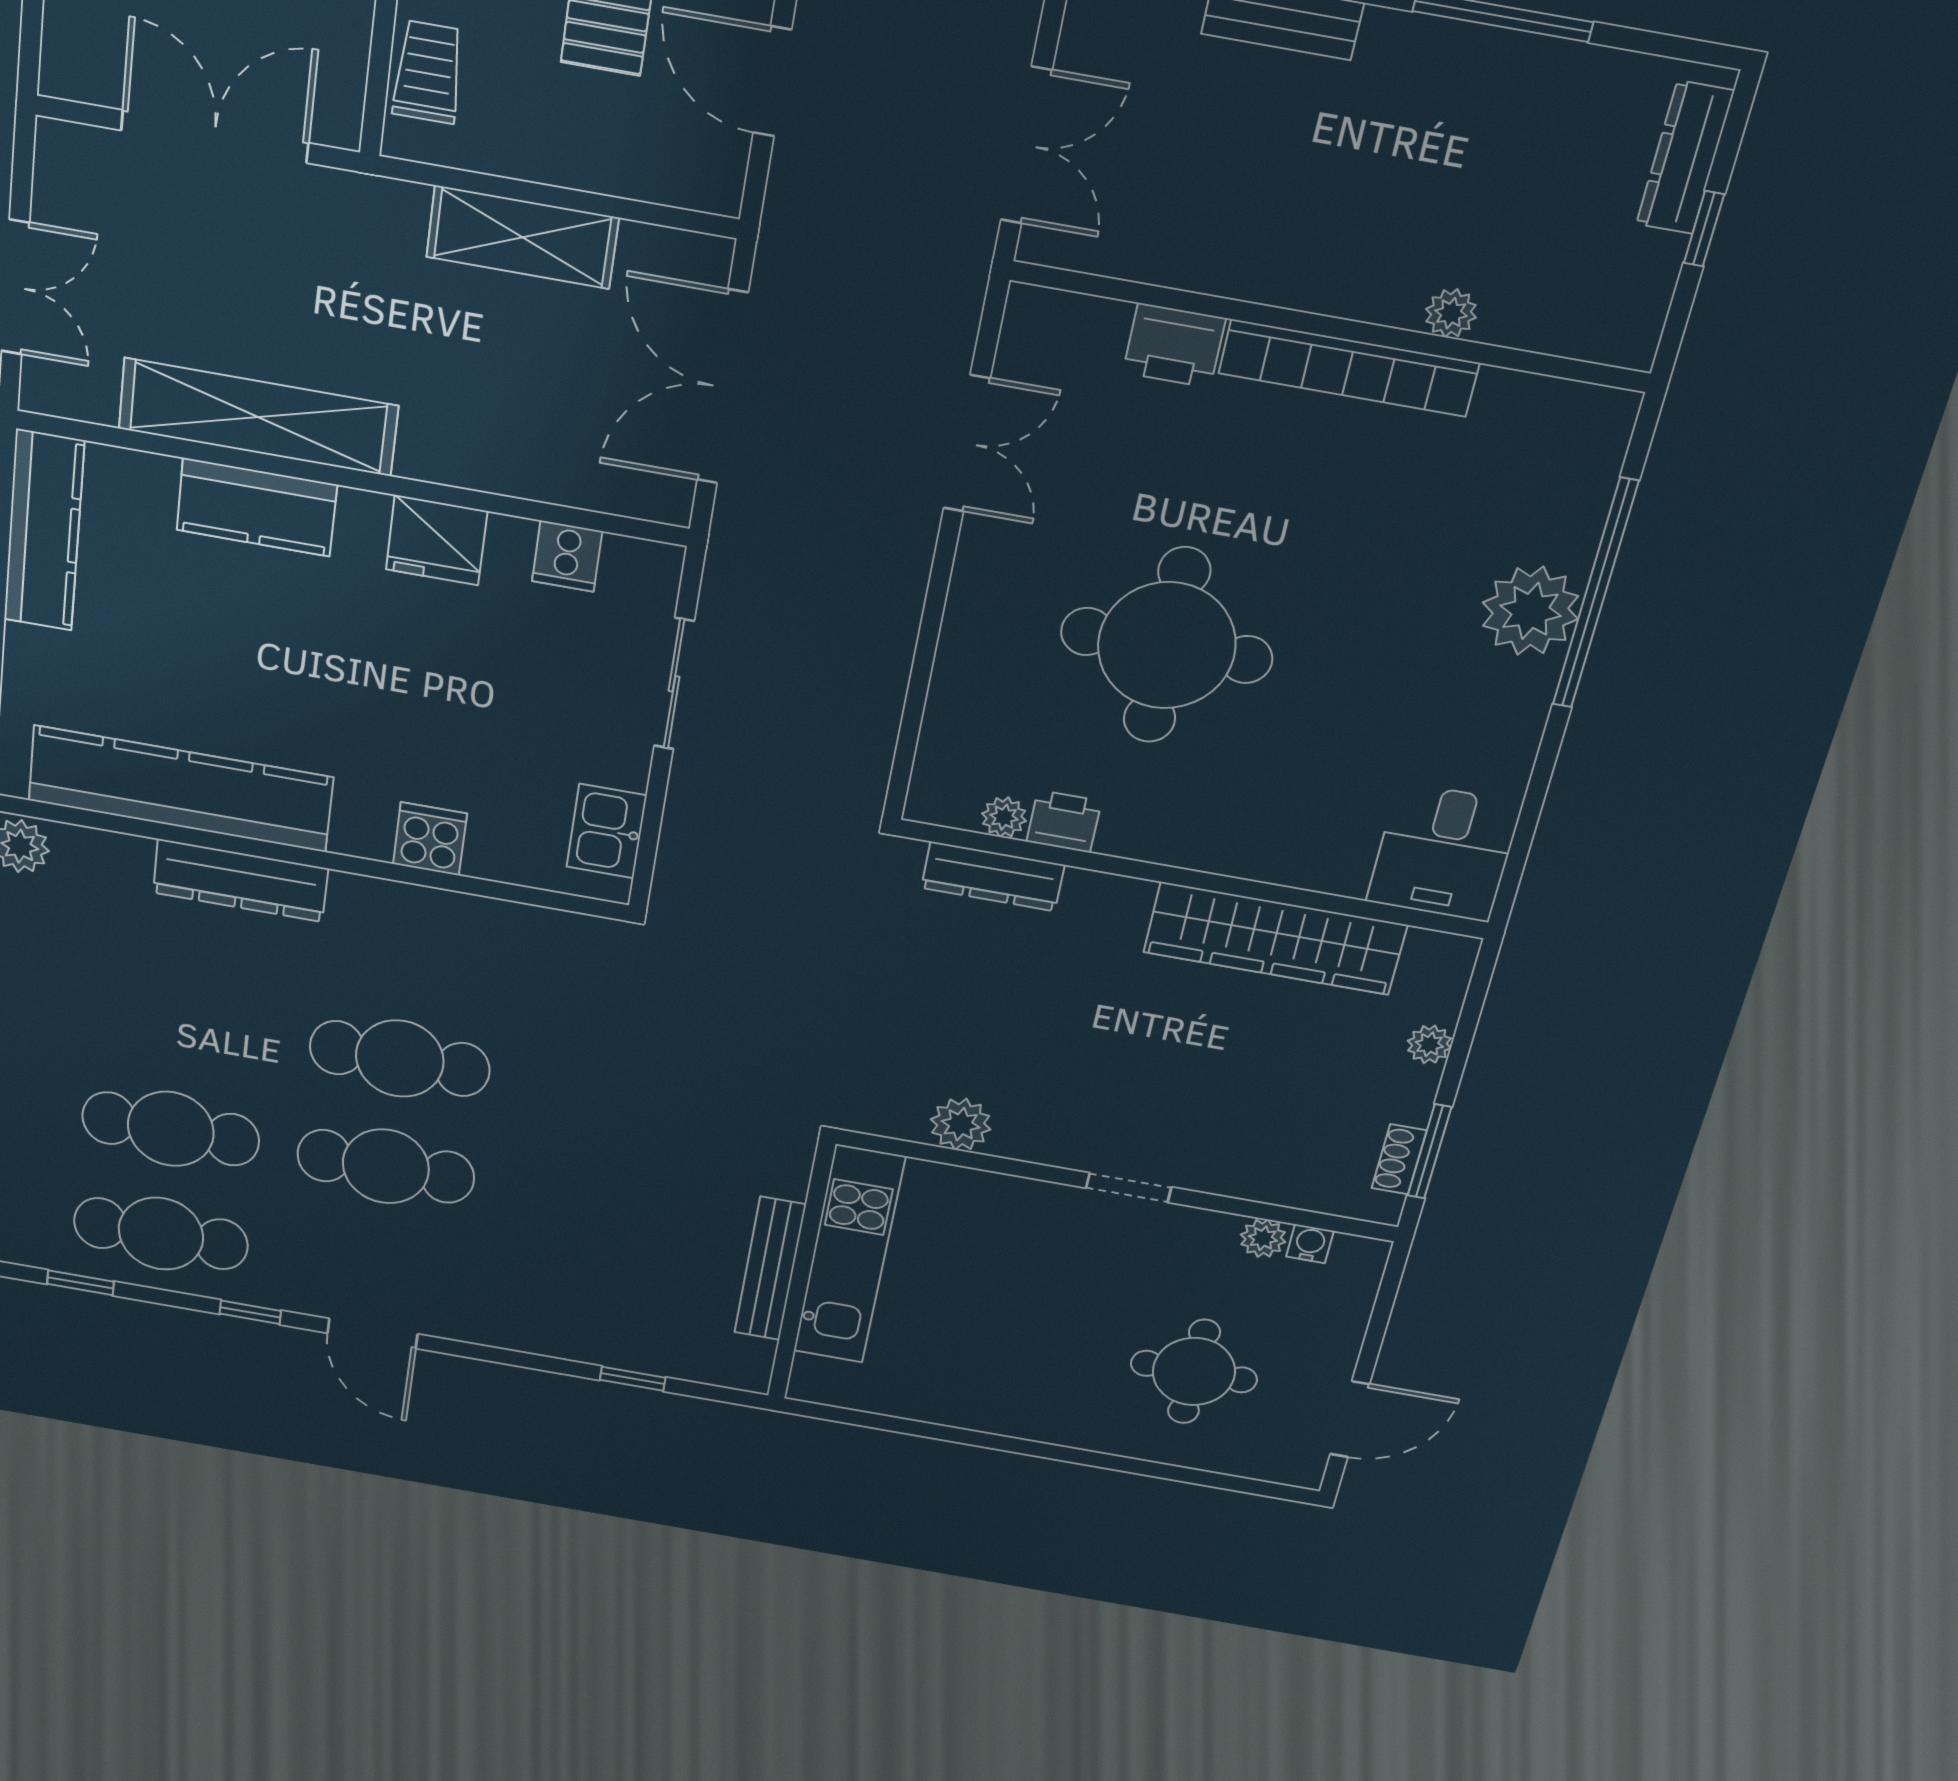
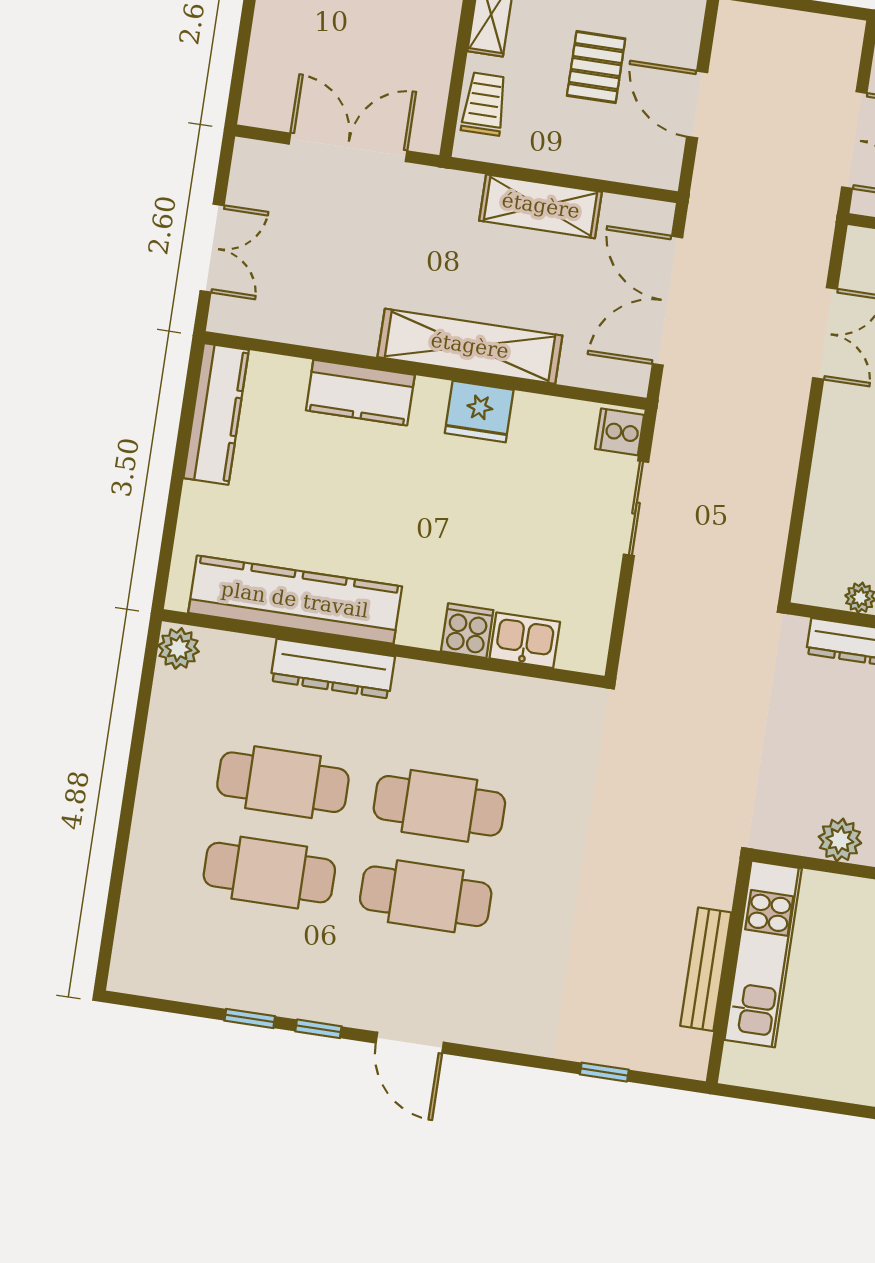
shelving: (258, 417) -> (470, 346), moved
cooker: (567, 556) -> (620, 432), moved, turned 90
kitchen sink: (607, 831) -> (525, 640), moved, turned 90
cafe table: (161, 1234) -> (283, 782), moved
window: (81, 1283) -> (250, 1018), moved

